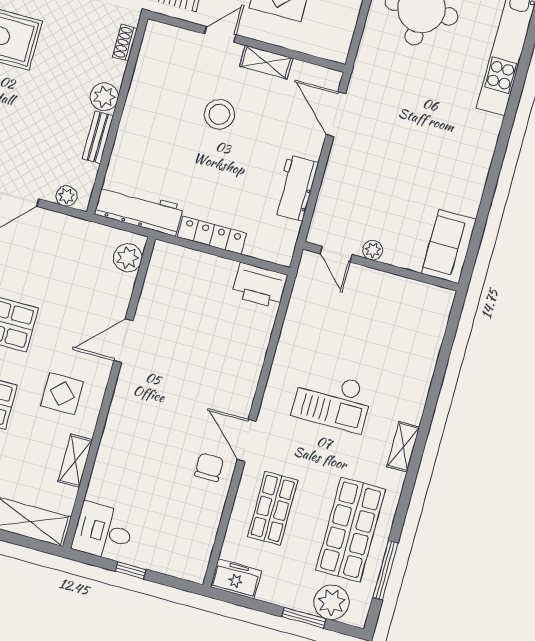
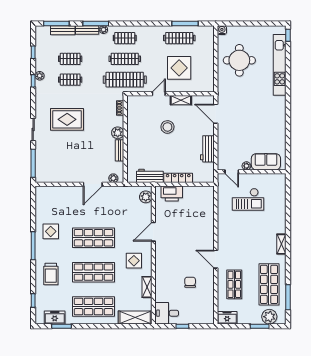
workbench: (139, 210) -> (150, 176), width x0.73
sofa: (449, 246) -> (266, 162), moved, turned 90
printer: (260, 285) -> (172, 193), moved
checkout: (332, 401) -> (248, 199), moved
chair: (209, 467) -> (190, 282), moved

